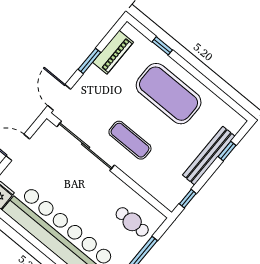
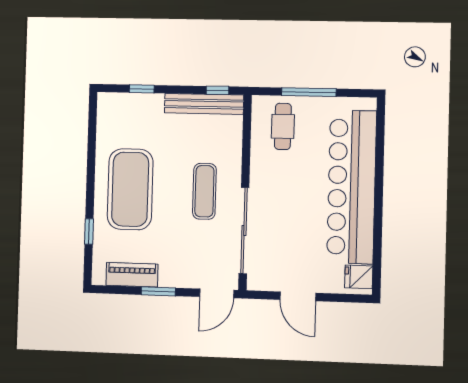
bench: (209, 156) -> (204, 104), moved

